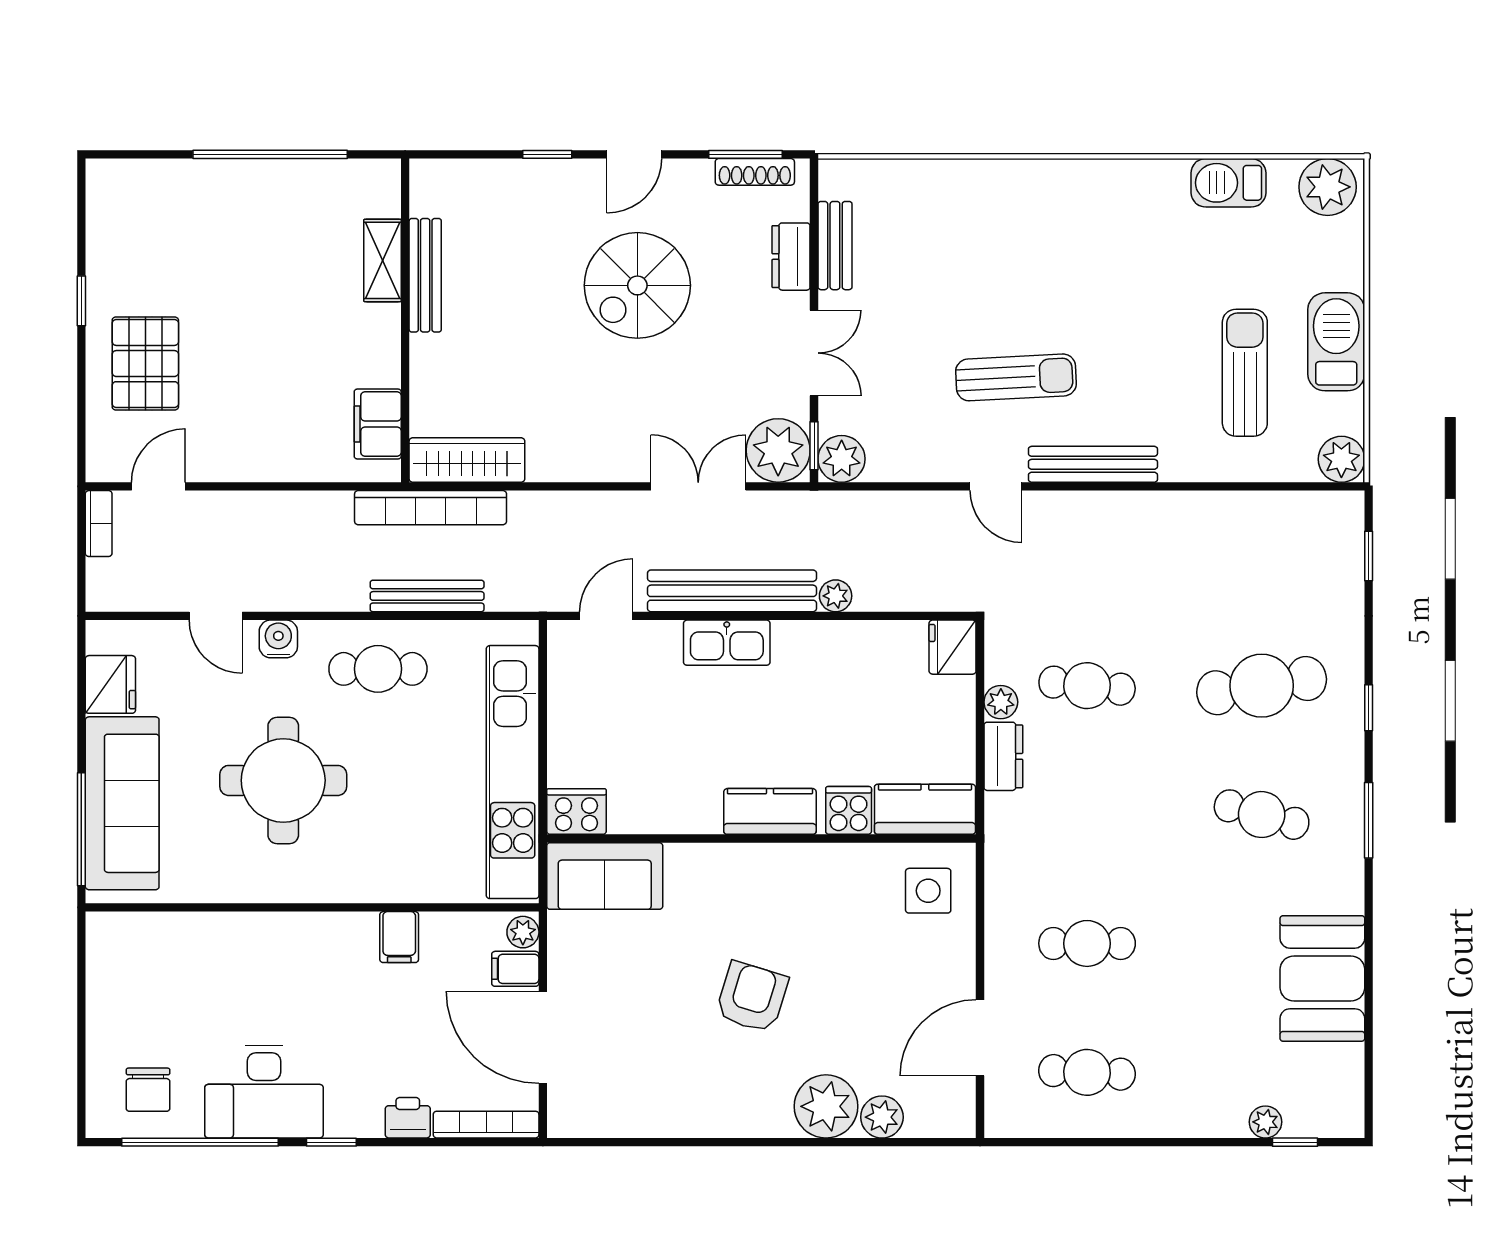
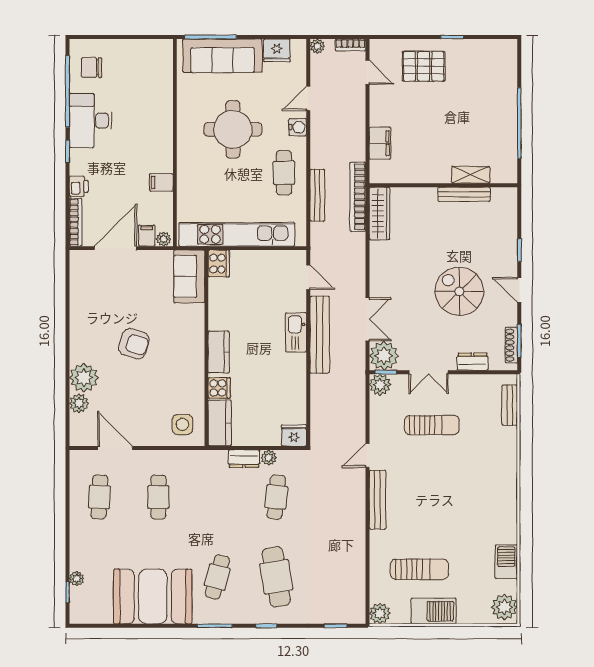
bench: (835, 246) -> (510, 405), moved, turned 90
sun lounger: (1016, 377) -> (432, 425), moved, turned -87
filing cabinet: (378, 424) -> (380, 143), moved, turned 90
plant: (836, 596) -> (317, 46), moved
booth: (1322, 978) -> (153, 597), width x1.36, depth x1.42

